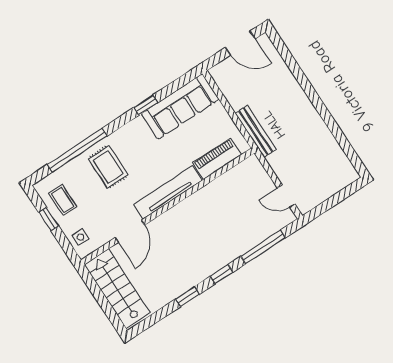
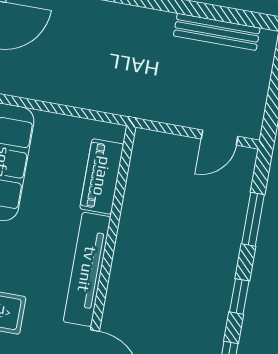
bench: (256, 131) -> (217, 32), moved
window: (263, 247) -> (253, 219), width x0.69

